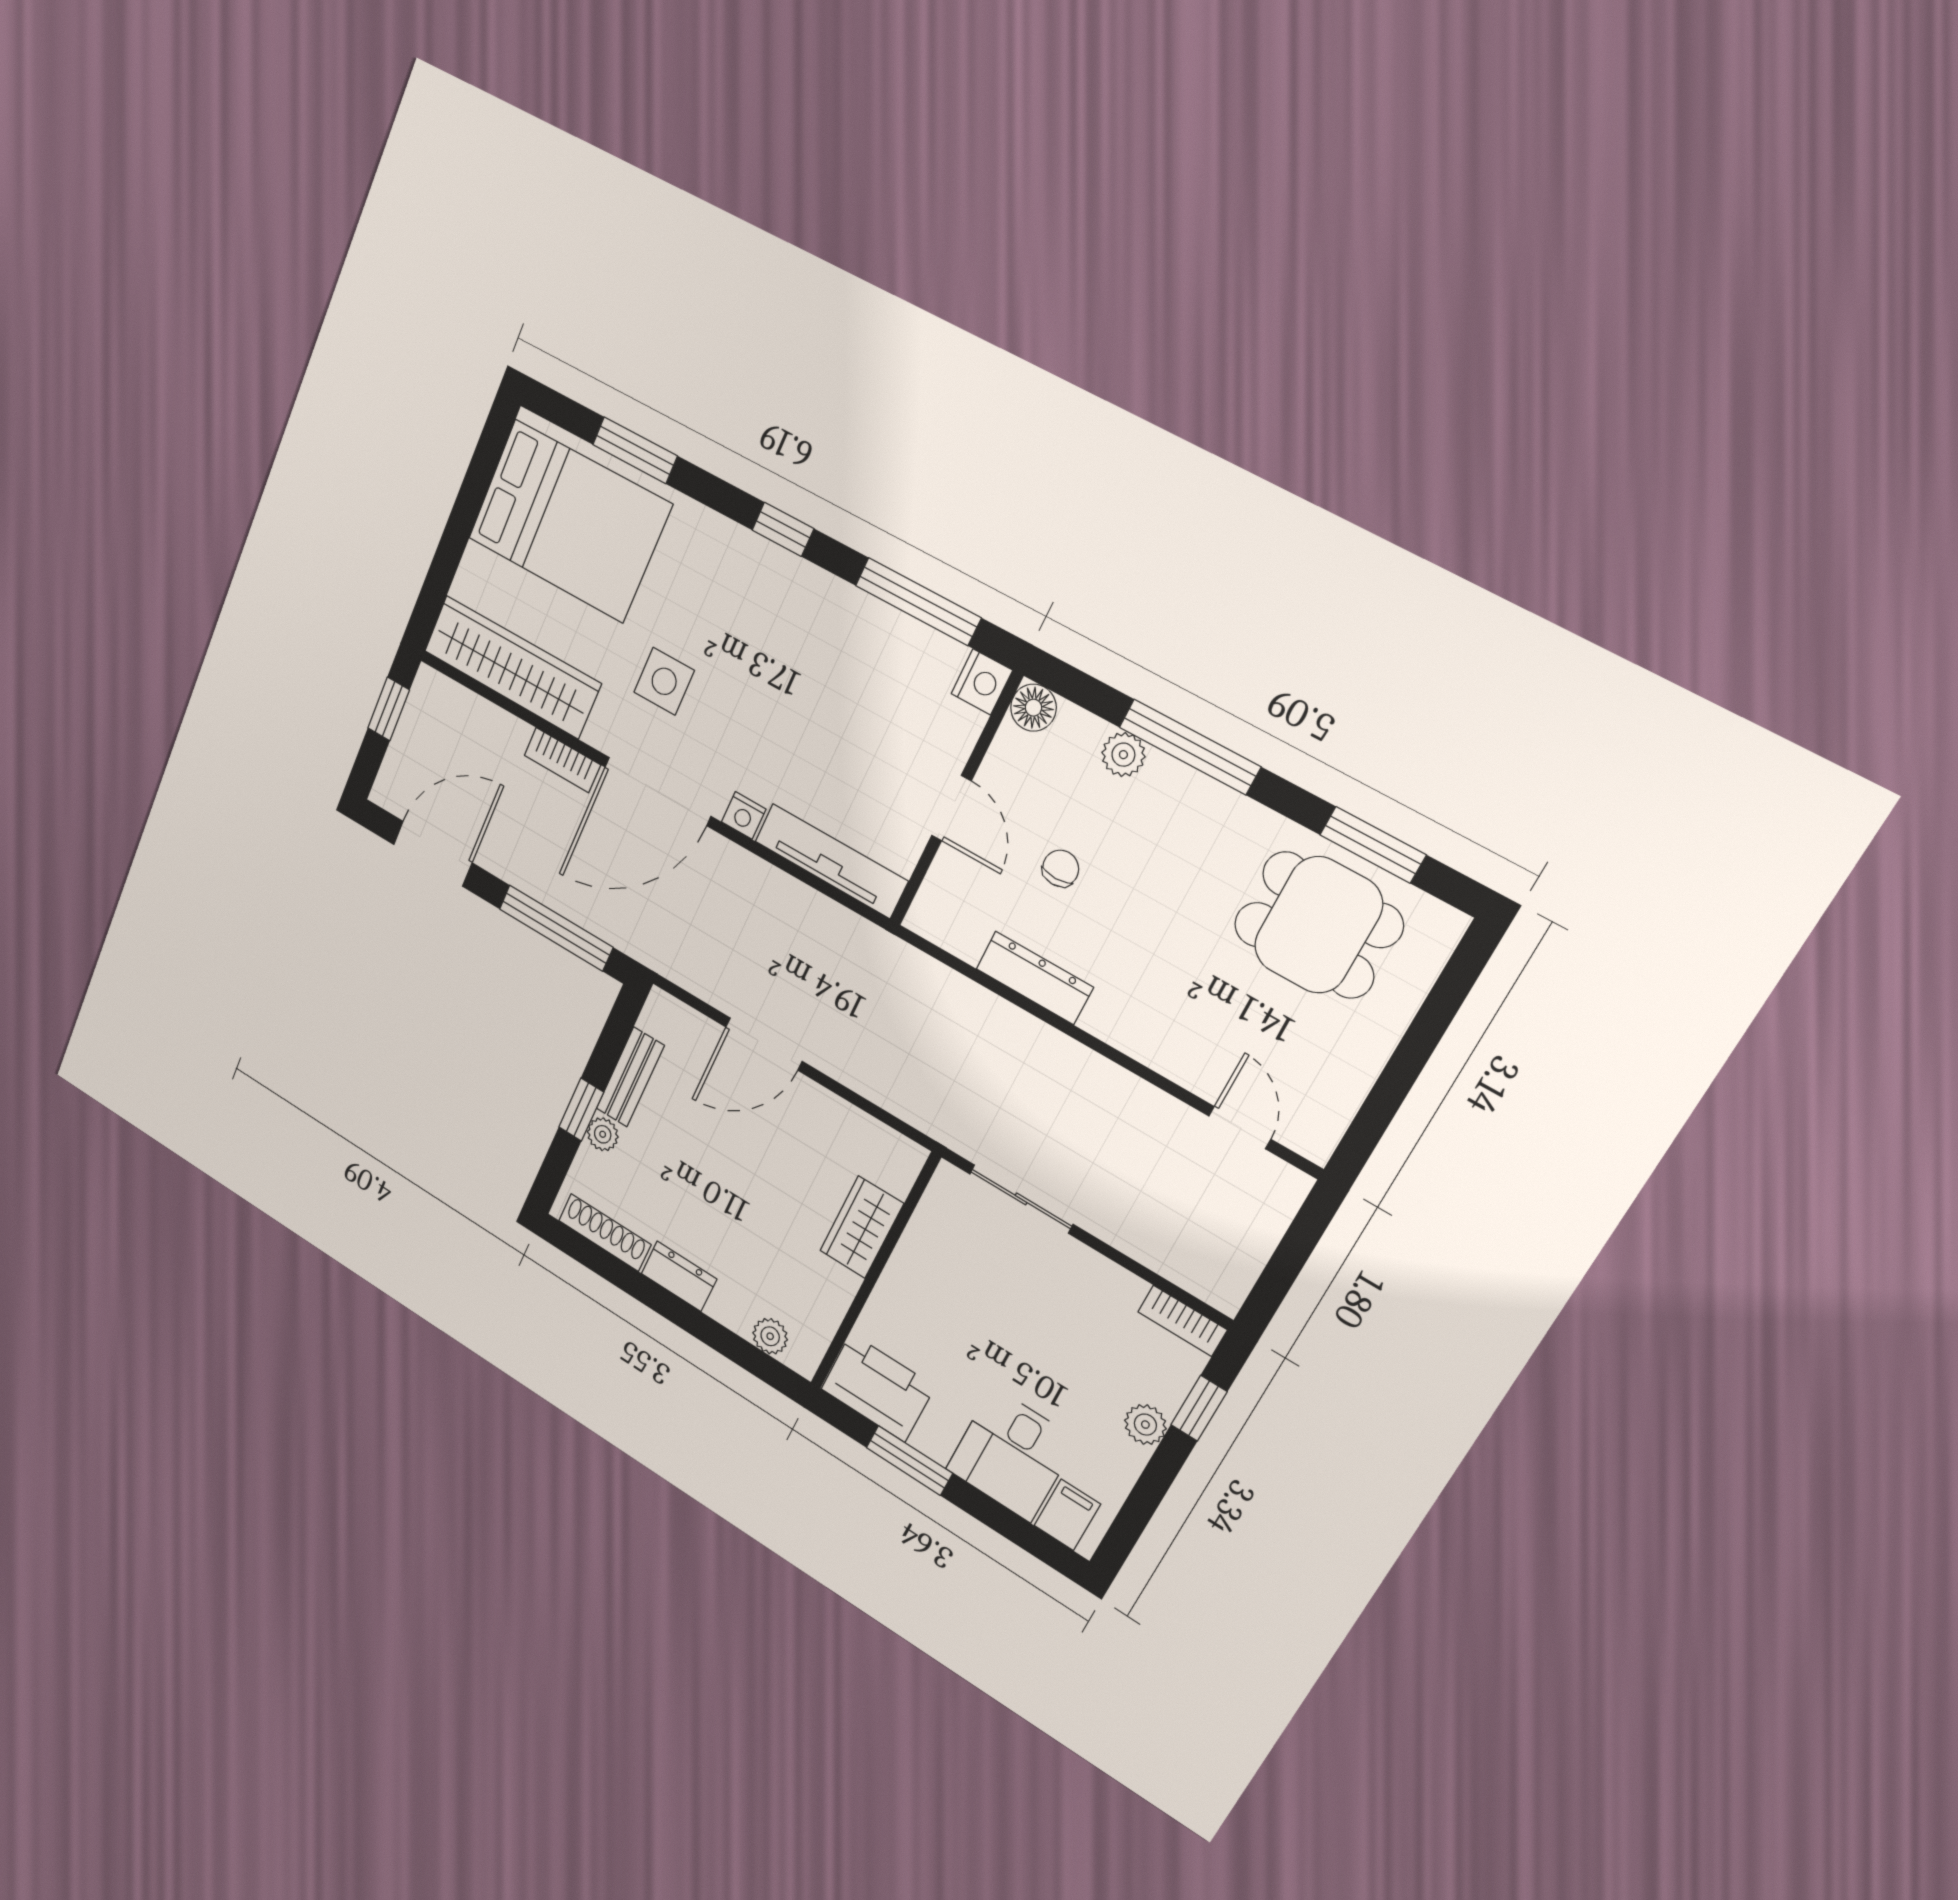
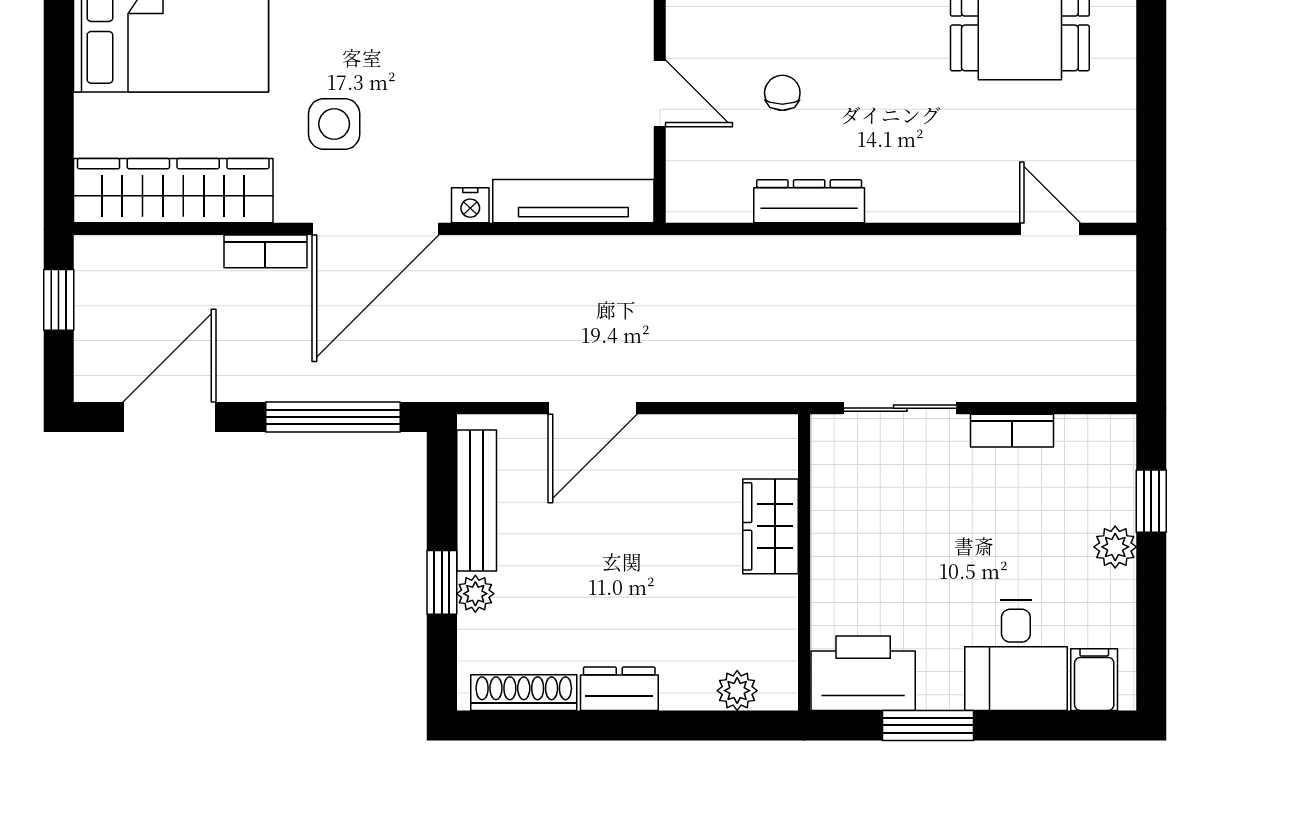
bench: (630, 1077) -> (477, 500), width x1.36
bookcase: (1182, 1321) -> (1012, 431), moved

